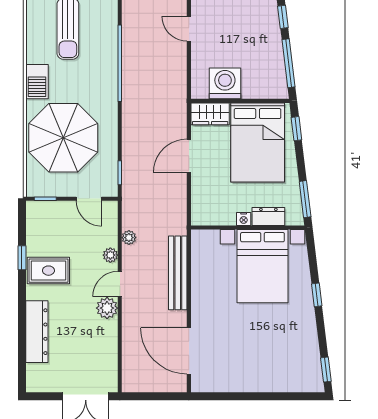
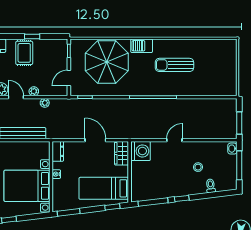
washing machine: (225, 83) -> (140, 151), moved
bed: (258, 142) -> (104, 188), width x0.67
dresser: (268, 216) -> (58, 151), moved

